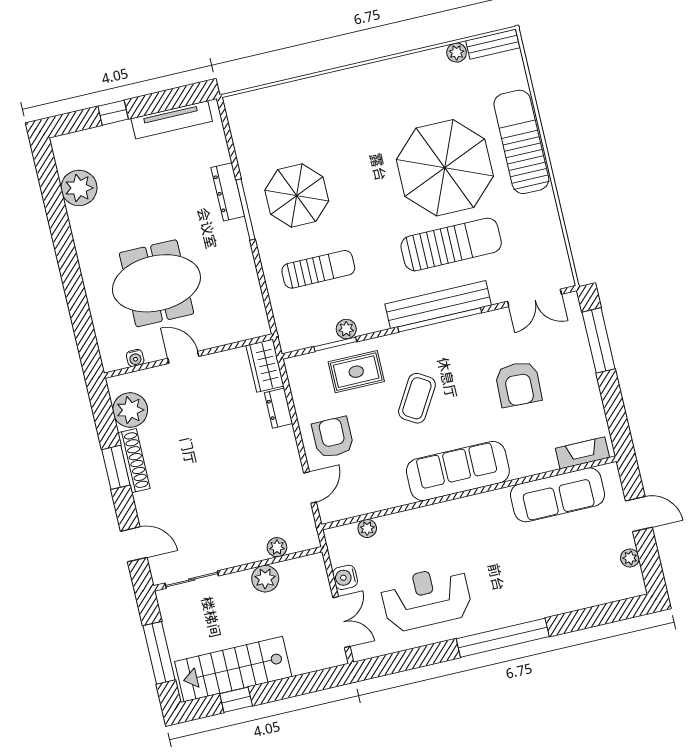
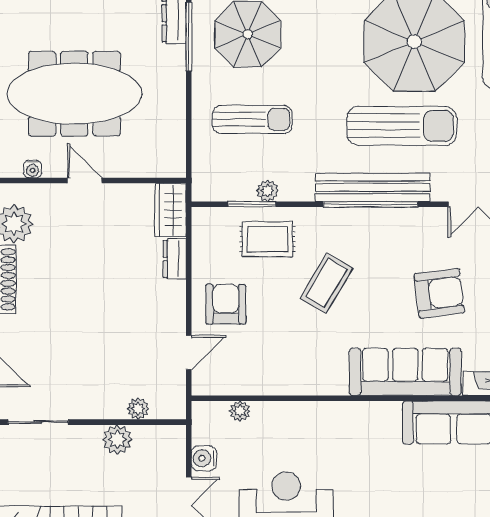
meeting table: (156, 283) -> (74, 94), width x1.36
armchair: (518, 384) -> (439, 293), turned -99
sofa: (458, 471) -> (405, 372), moved

